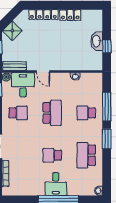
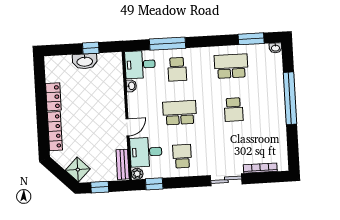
window: (107, 139) -> (251, 39), moved
school desk: (86, 155) -> (231, 66), turned 180
desk: (56, 184) -> (140, 64), moved, turned 180

